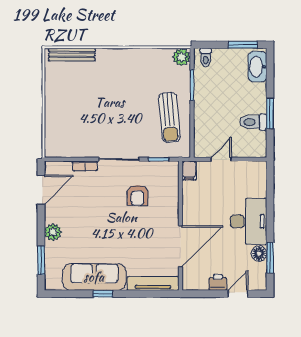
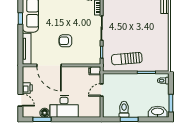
plant: (181, 57) -> (163, 66), removed
door: (221, 159) -> (102, 90), swing flipped
armchair: (138, 195) -> (65, 41), moved

